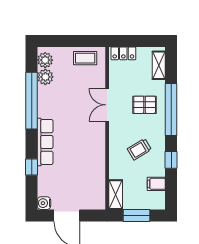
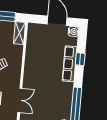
row of seats: (45, 142) -> (70, 64), moved

